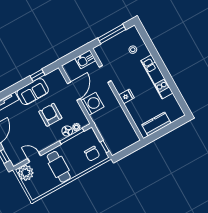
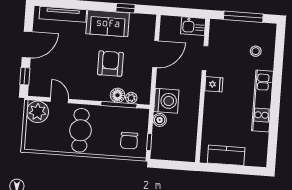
fridge: (126, 96) -> (214, 84), moved
washing machine: (92, 104) -> (166, 101), moved
boiler: (102, 129) -> (160, 120), added

